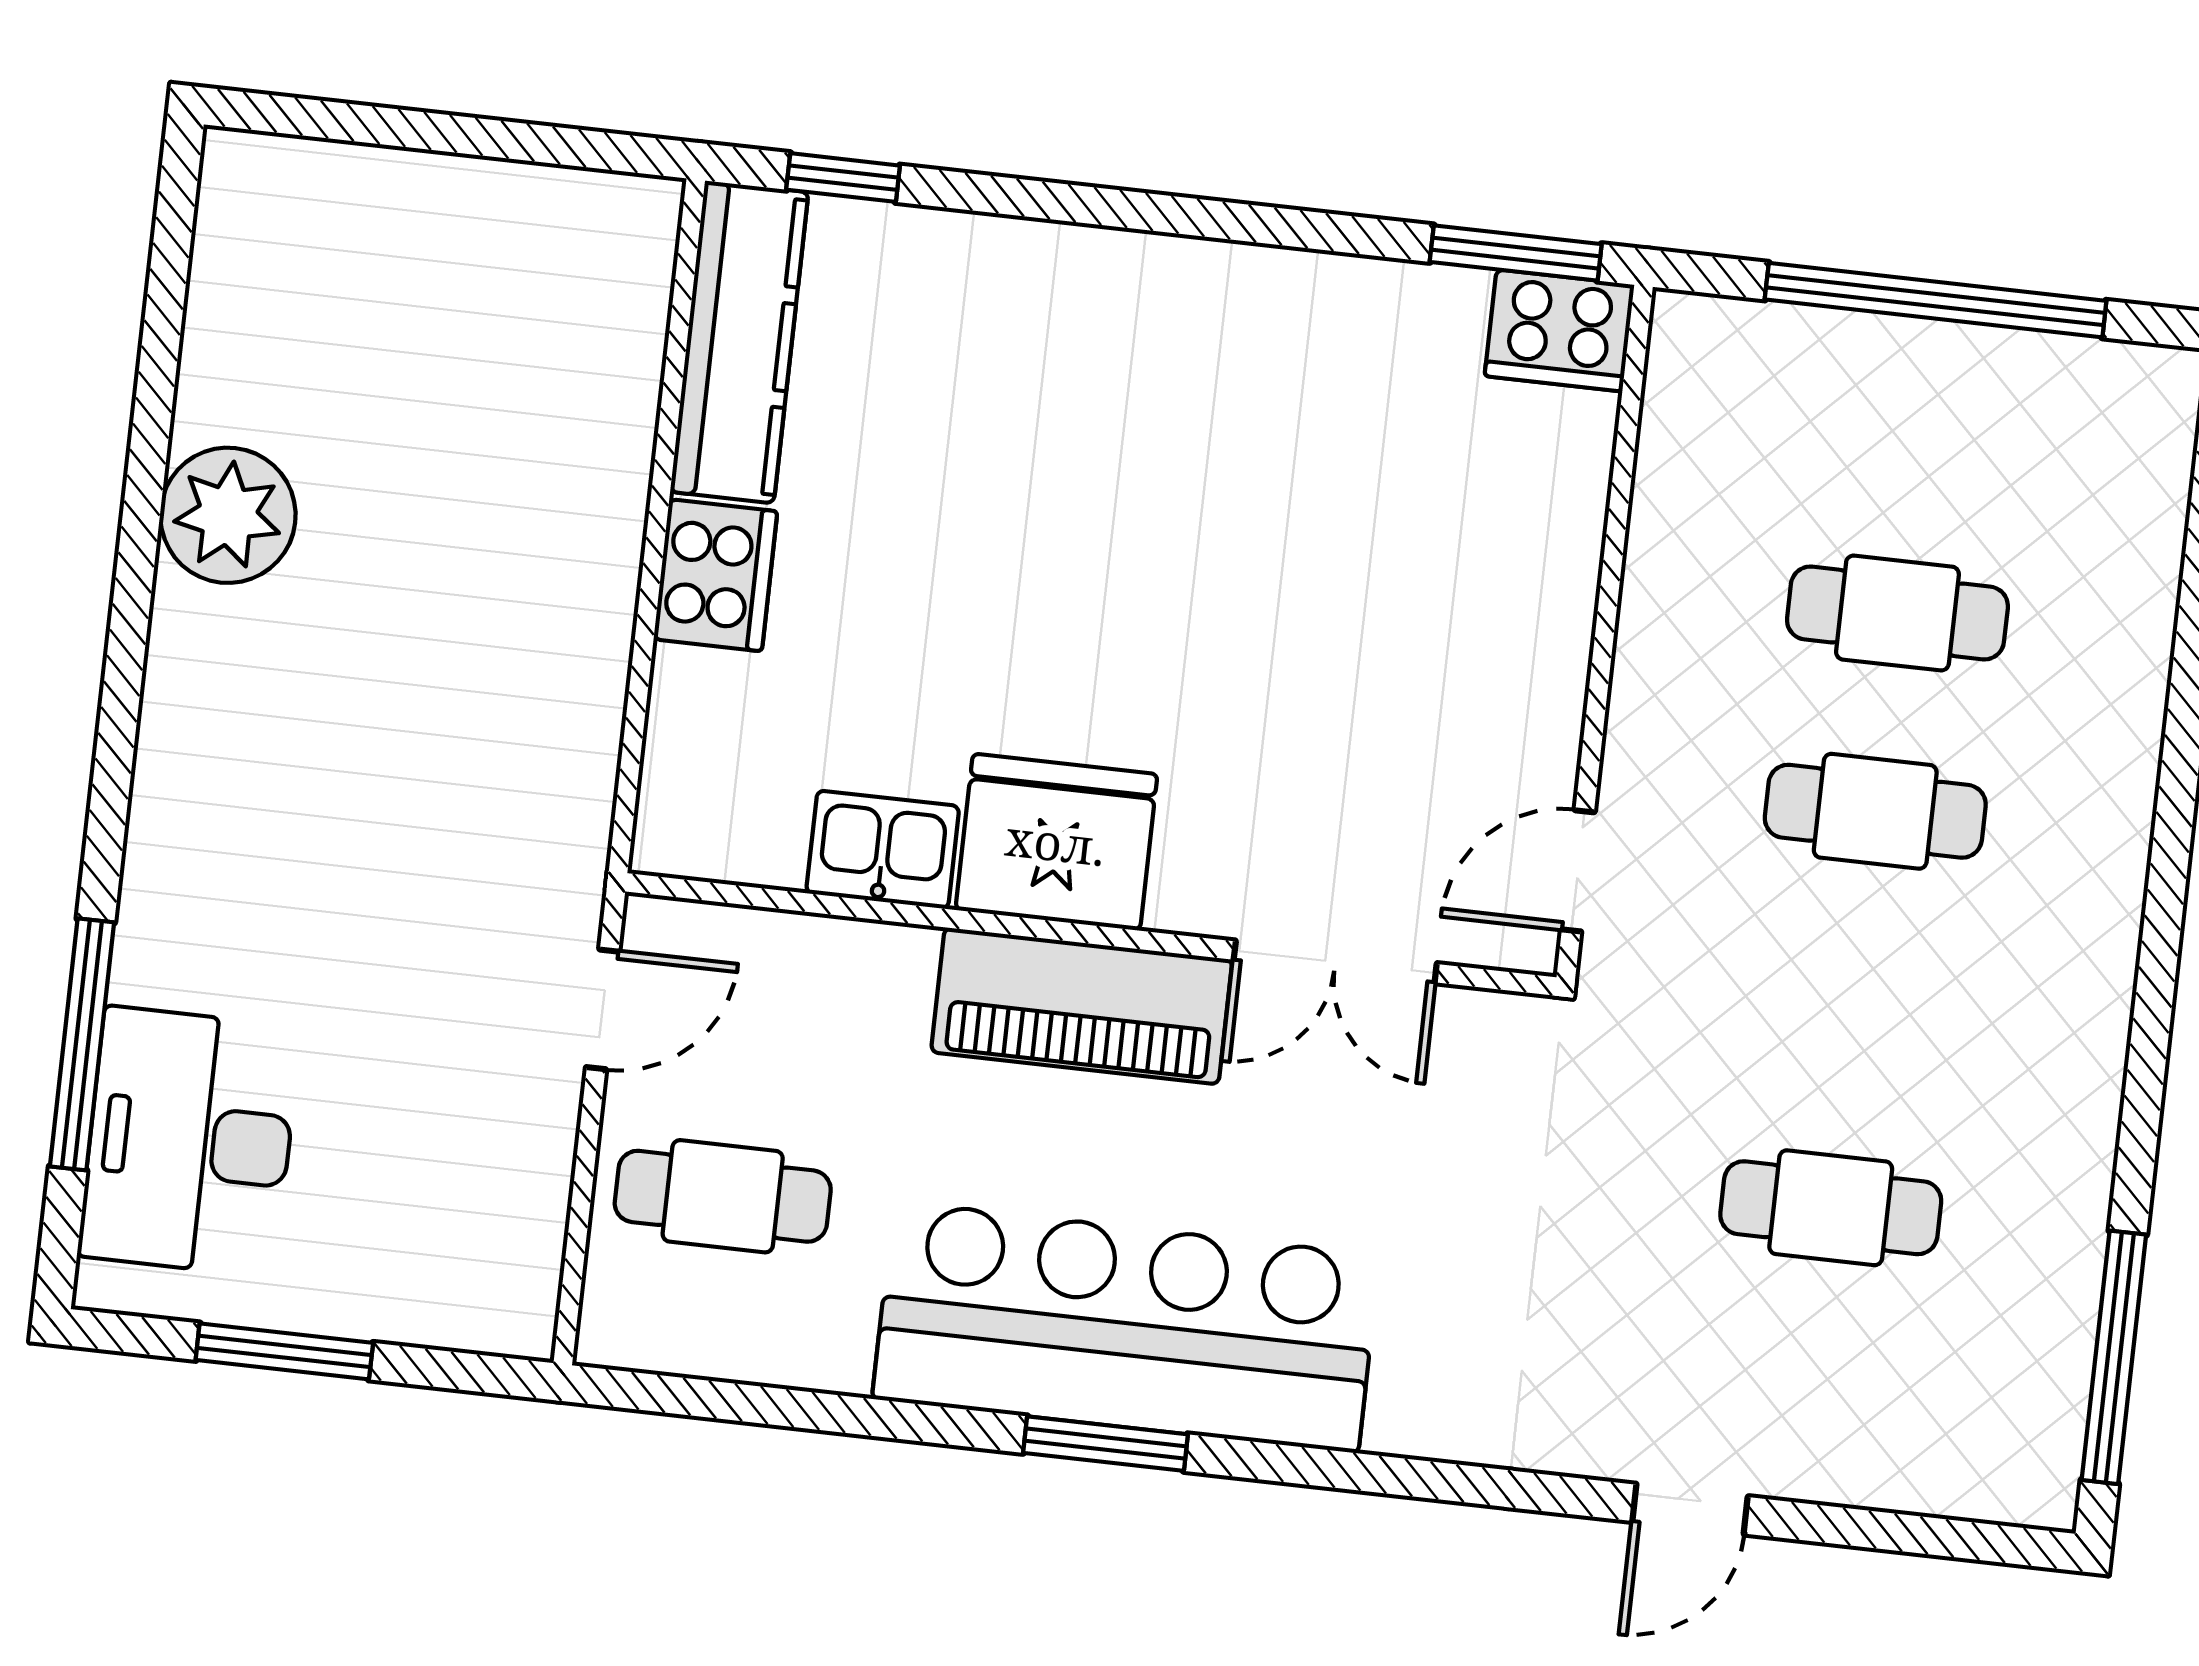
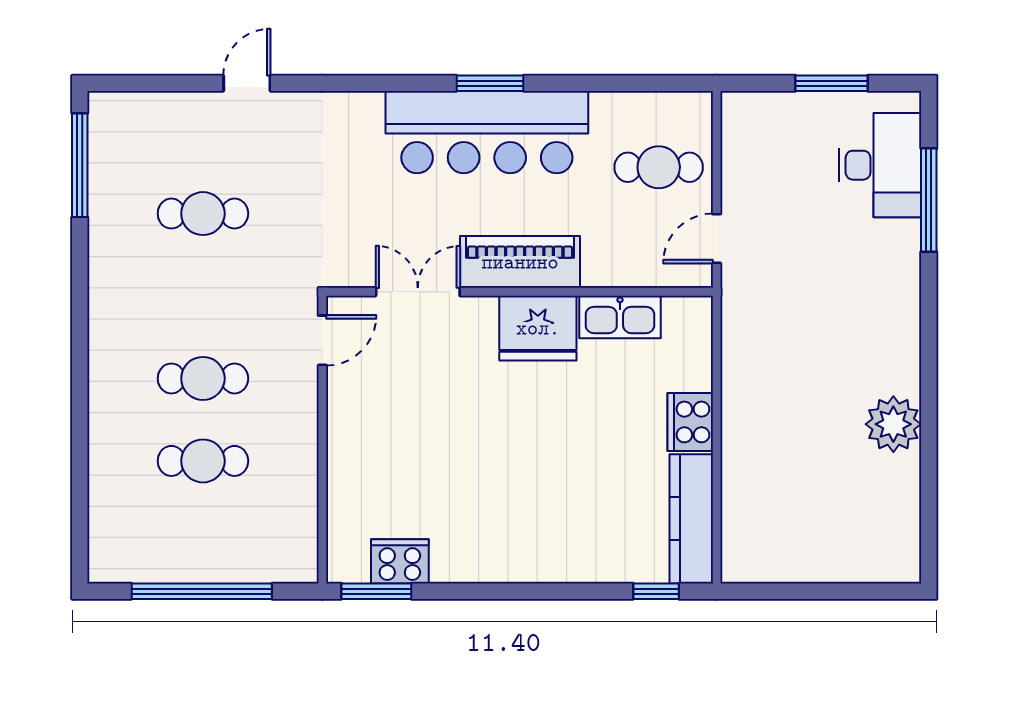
cooker: (1559, 330) -> (400, 561), moved
kitchen sink: (883, 850) -> (620, 317), width x1.38

